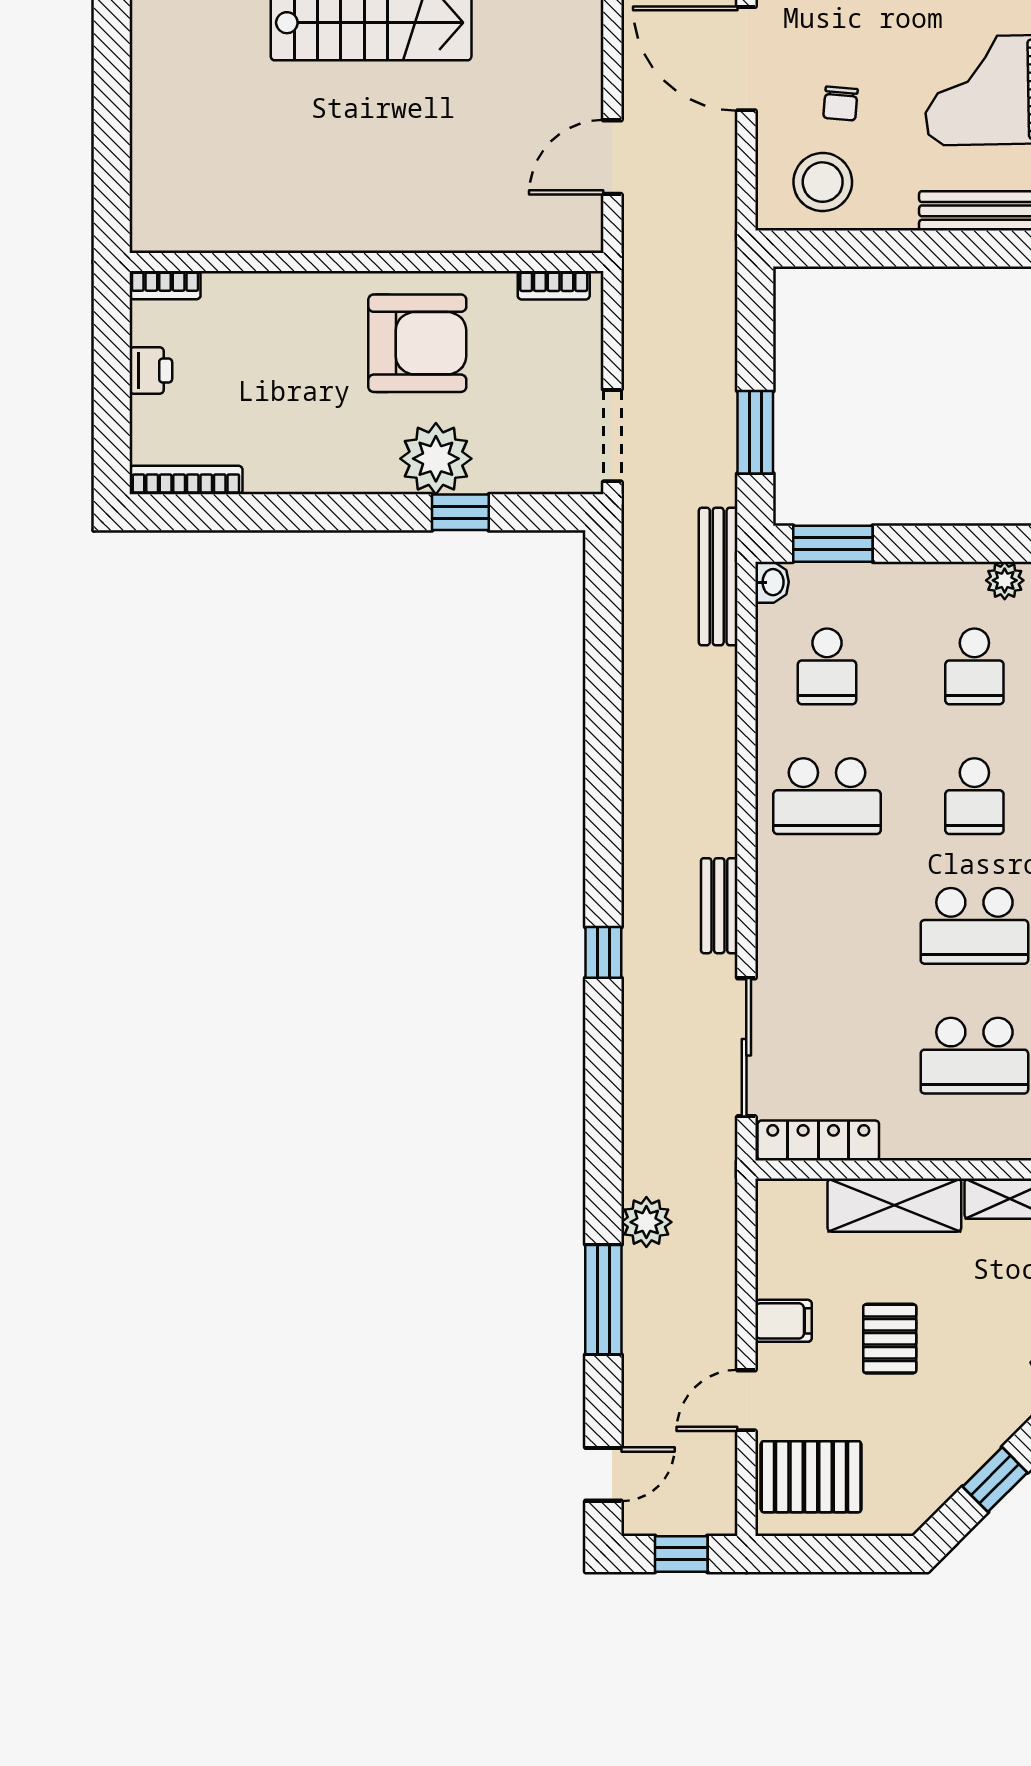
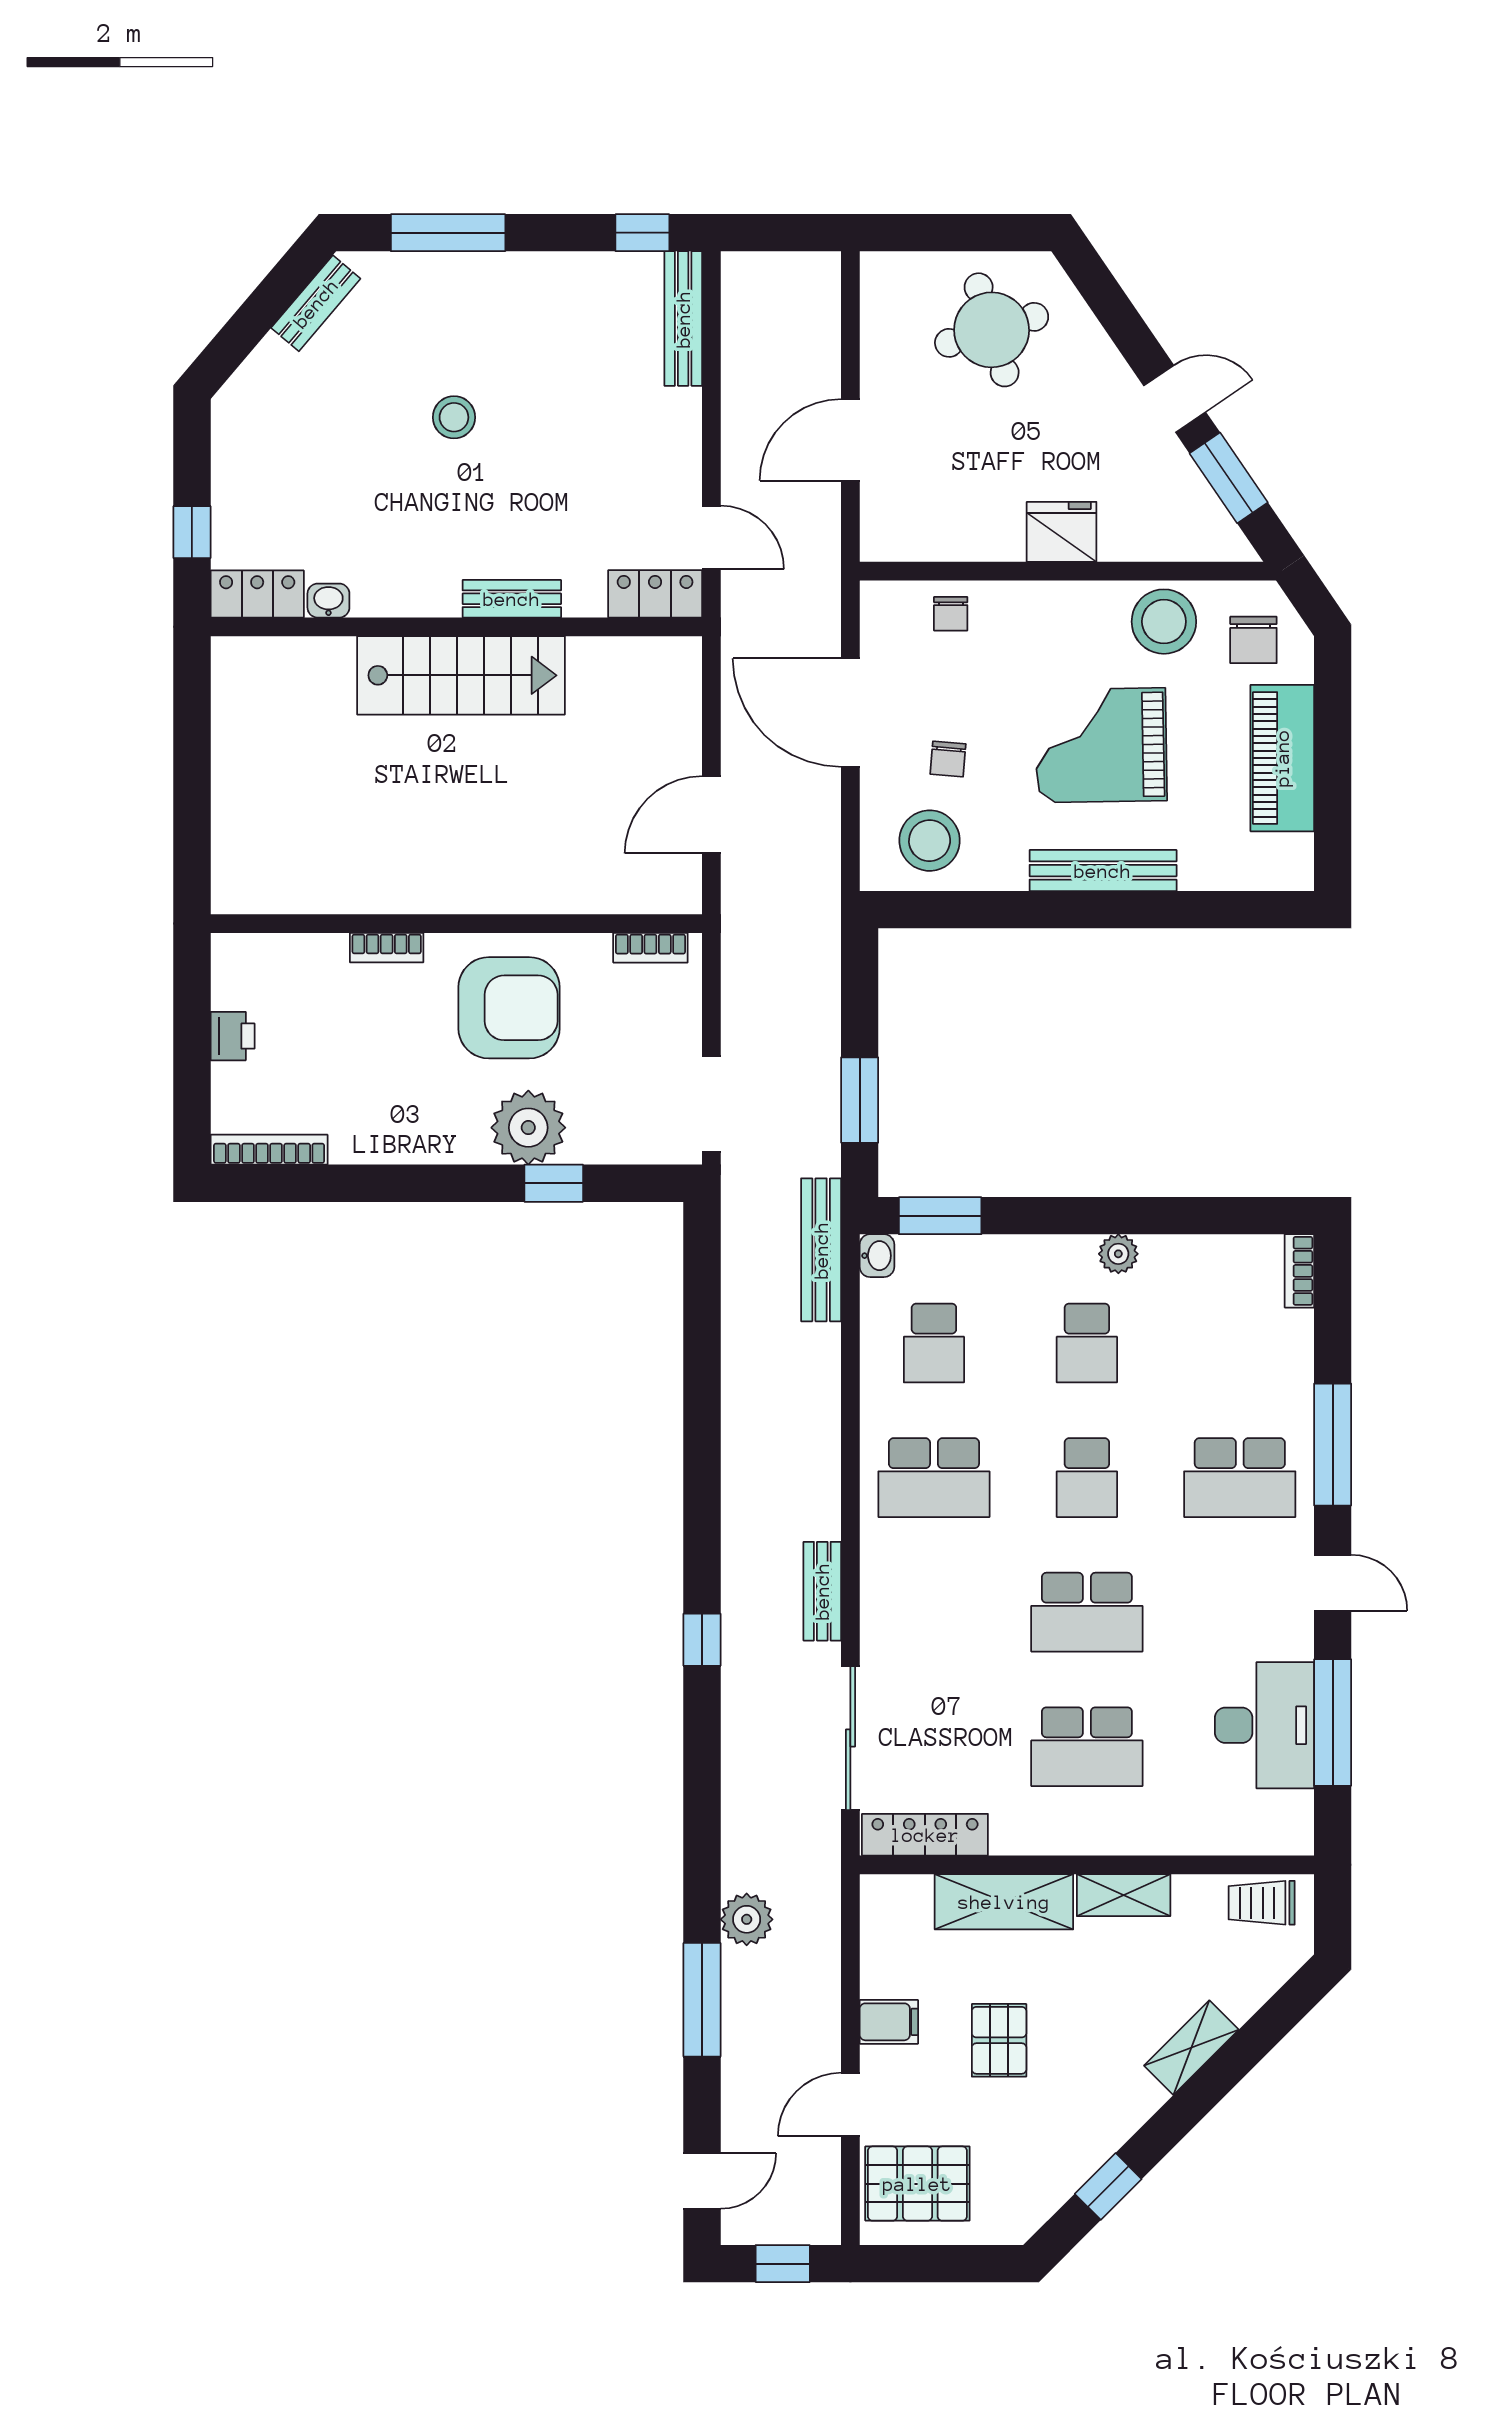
bookcase: (165, 285) -> (387, 948), moved

